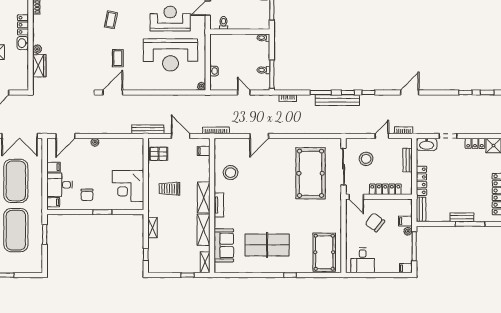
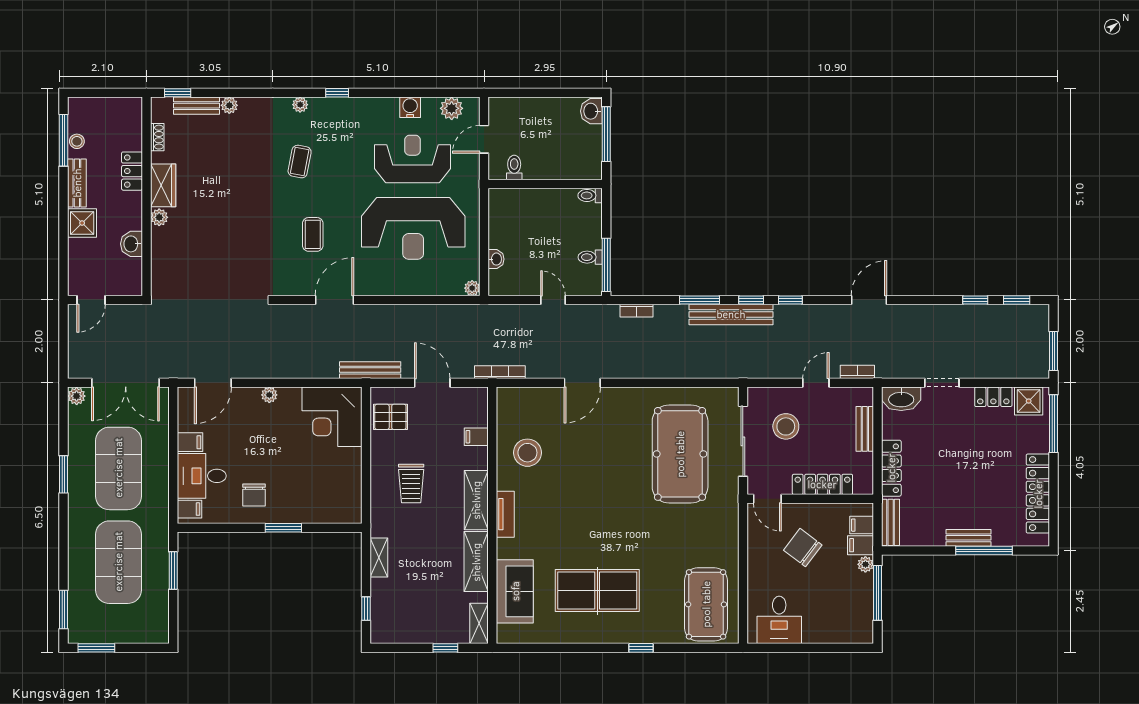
washbasin: (23, 43) -> (131, 244), moved
wardrobe: (39, 66) -> (163, 185), moved
door: (113, 92) -> (335, 300), moved
filing cabinet: (204, 151) -> (476, 437), moved
corner desk: (128, 186) -> (332, 417), moved
trolley: (169, 189) -> (411, 483), turned -90
filing cabinet: (406, 268) -> (862, 525), moved

